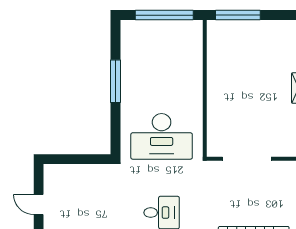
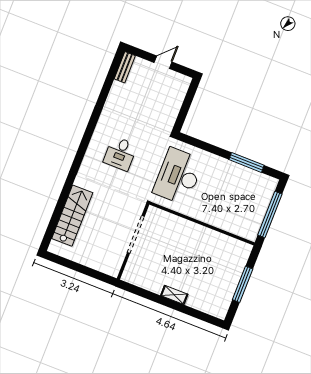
window: (238, 15) -> (243, 284), moved
window: (115, 81) -> (246, 162), moved

